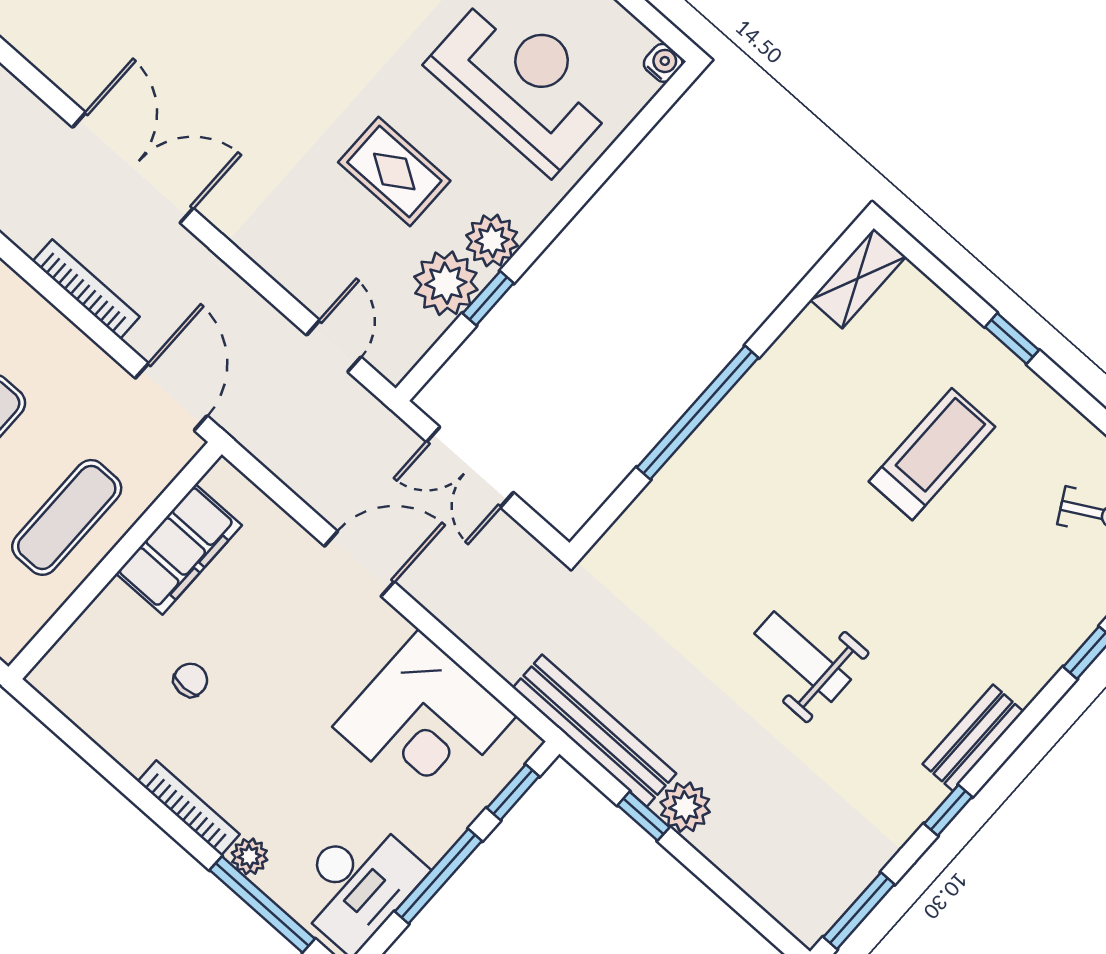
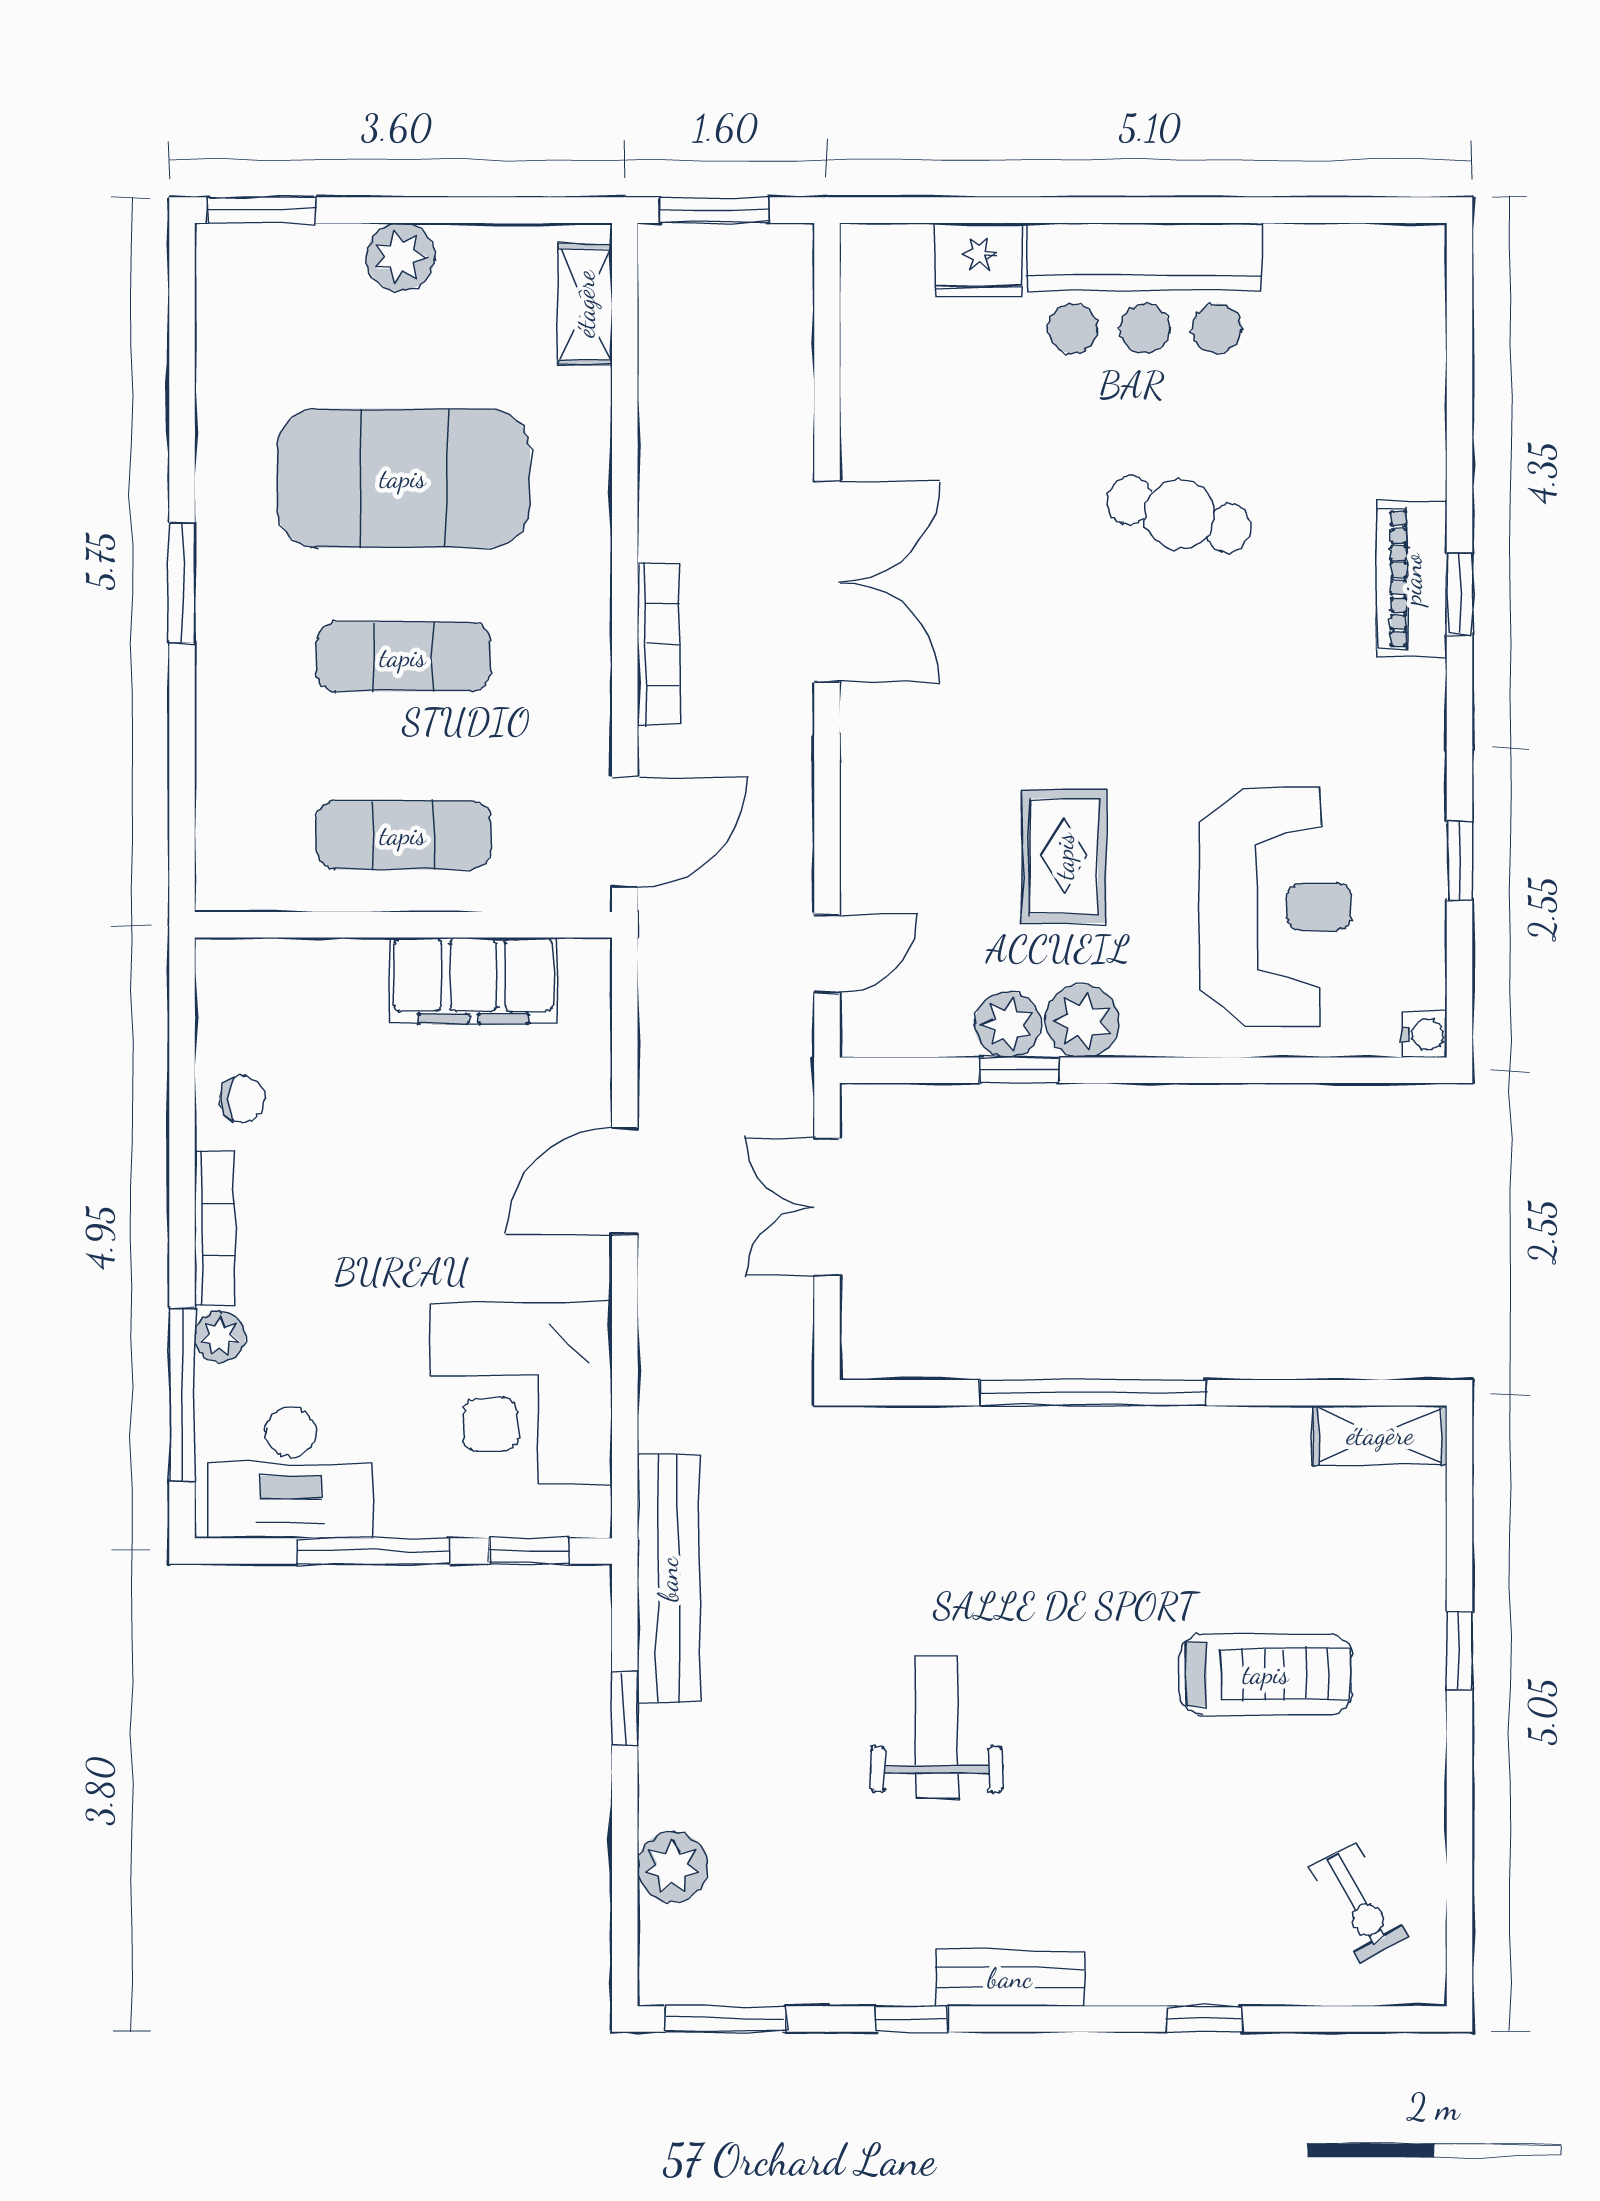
plant: (446, 283) -> (1008, 1025), width x0.73, depth x0.73
door: (359, 564) -> (625, 1181), swing flipped
chair: (190, 680) -> (242, 1099), moved
plant: (685, 807) -> (672, 1867), moved

